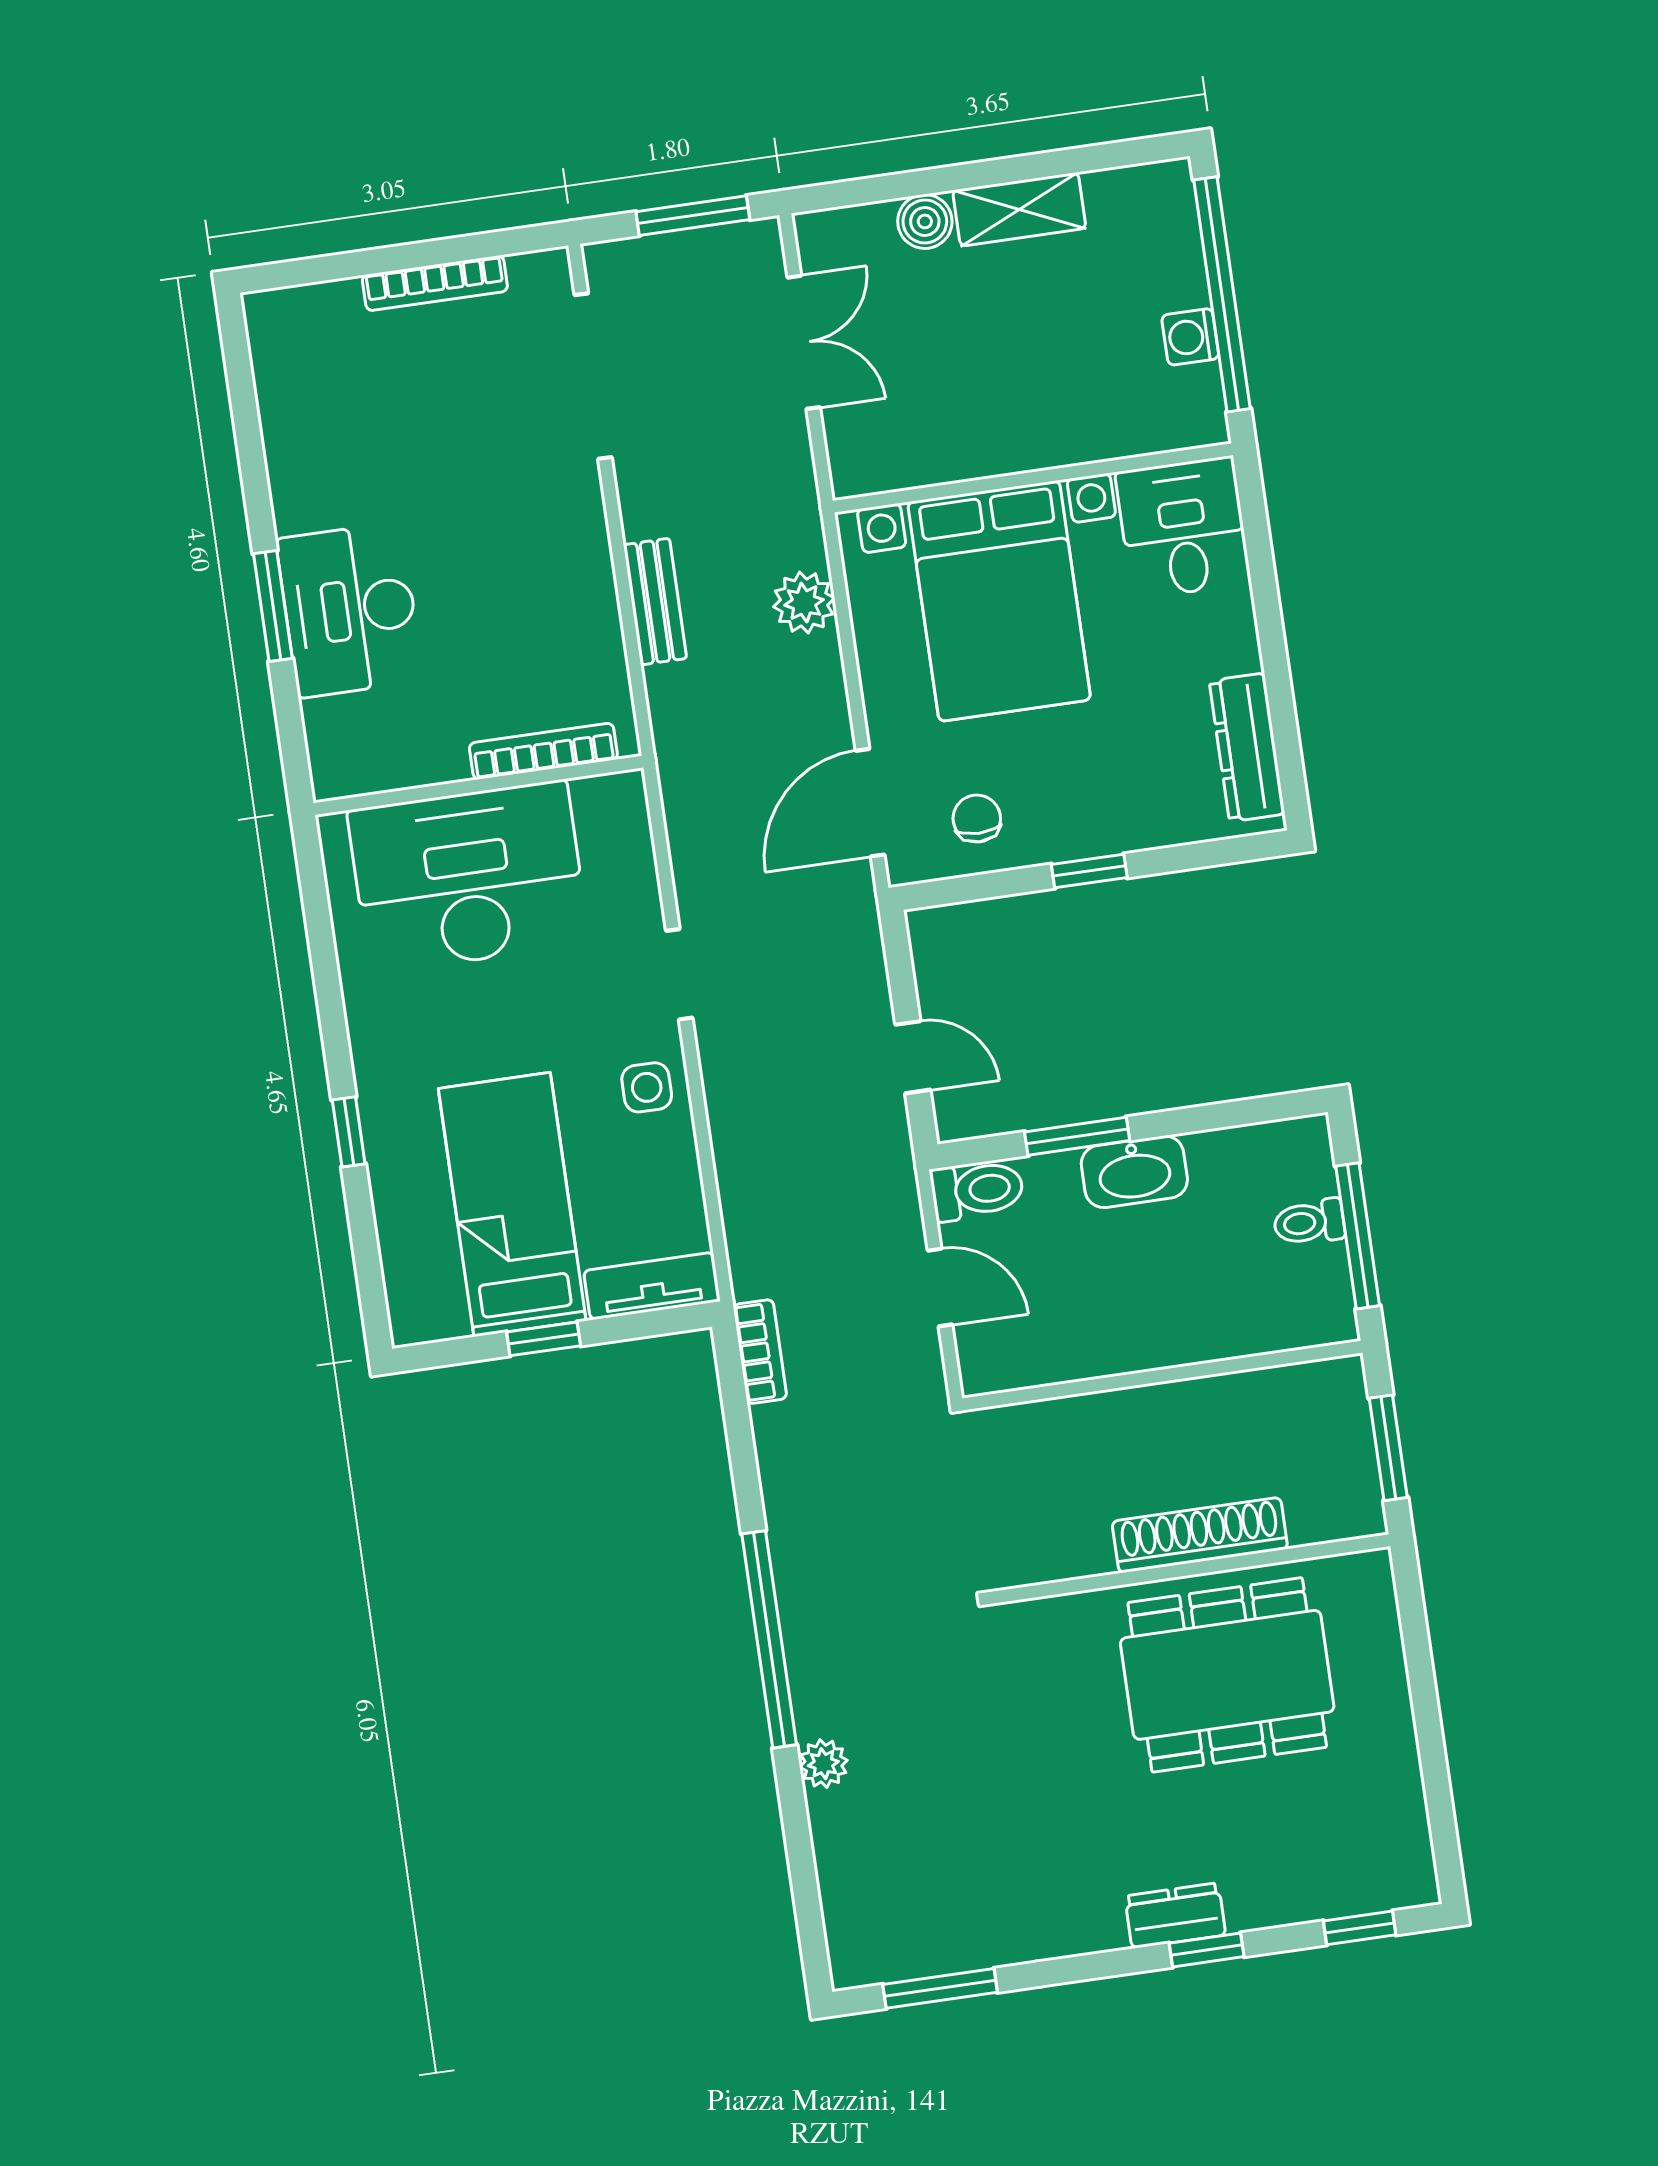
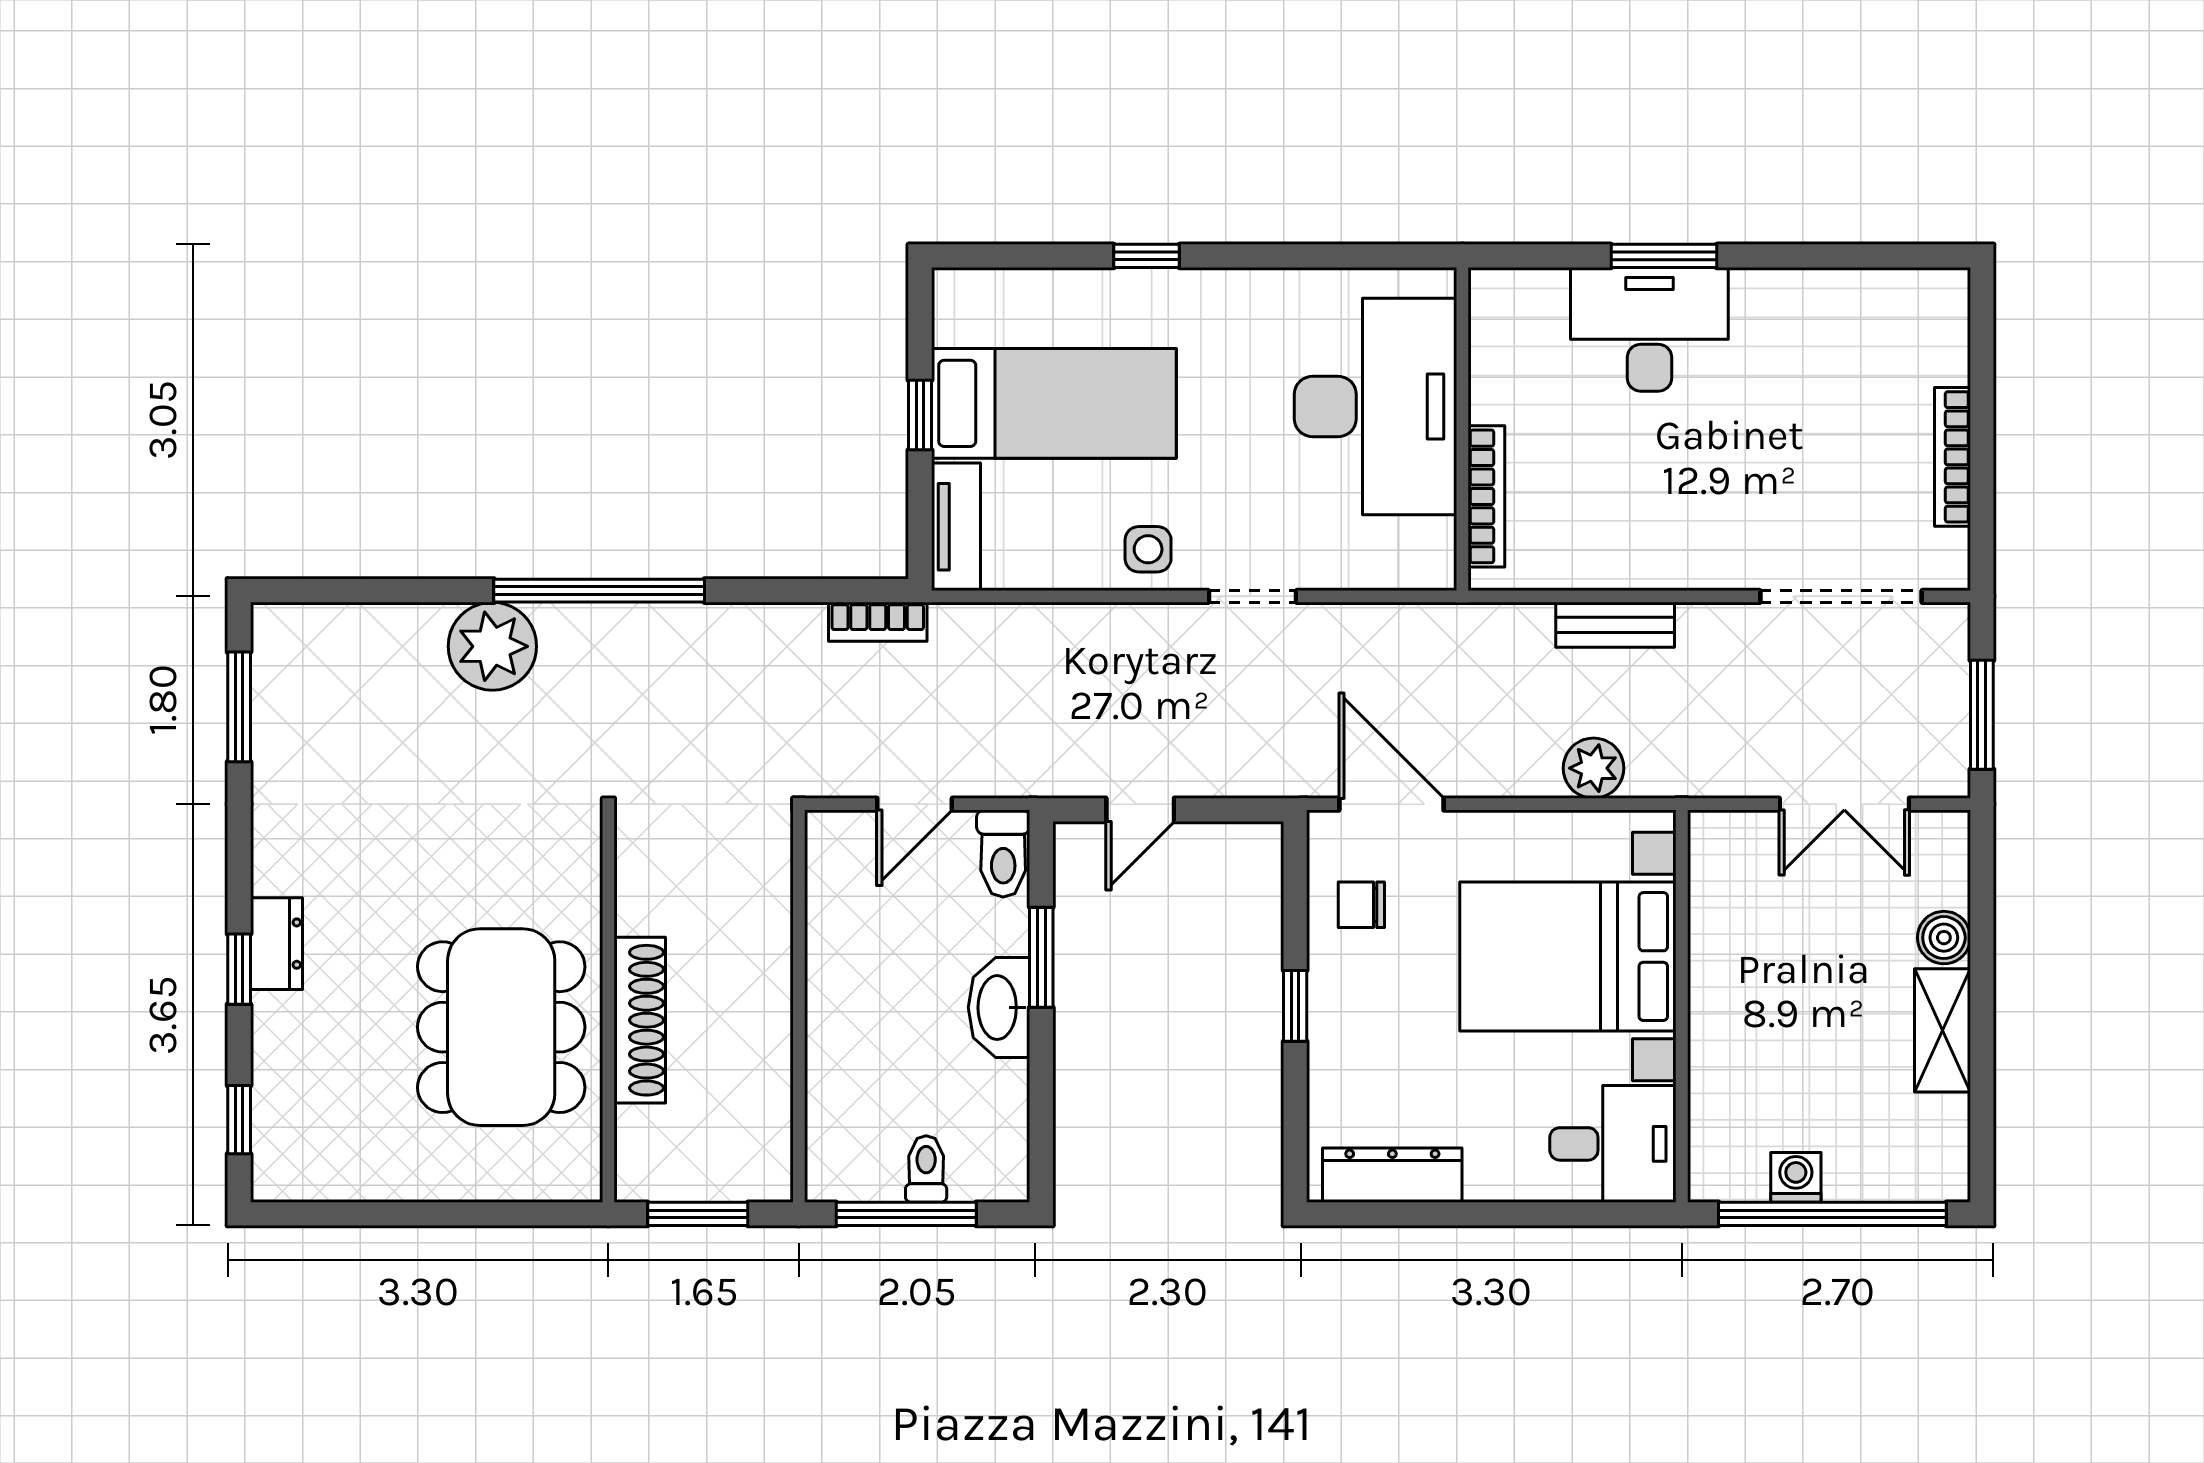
chair: (977, 818) -> (1361, 905), turned 180
plant: (823, 1764) -> (492, 646), width x1.87, depth x1.87

